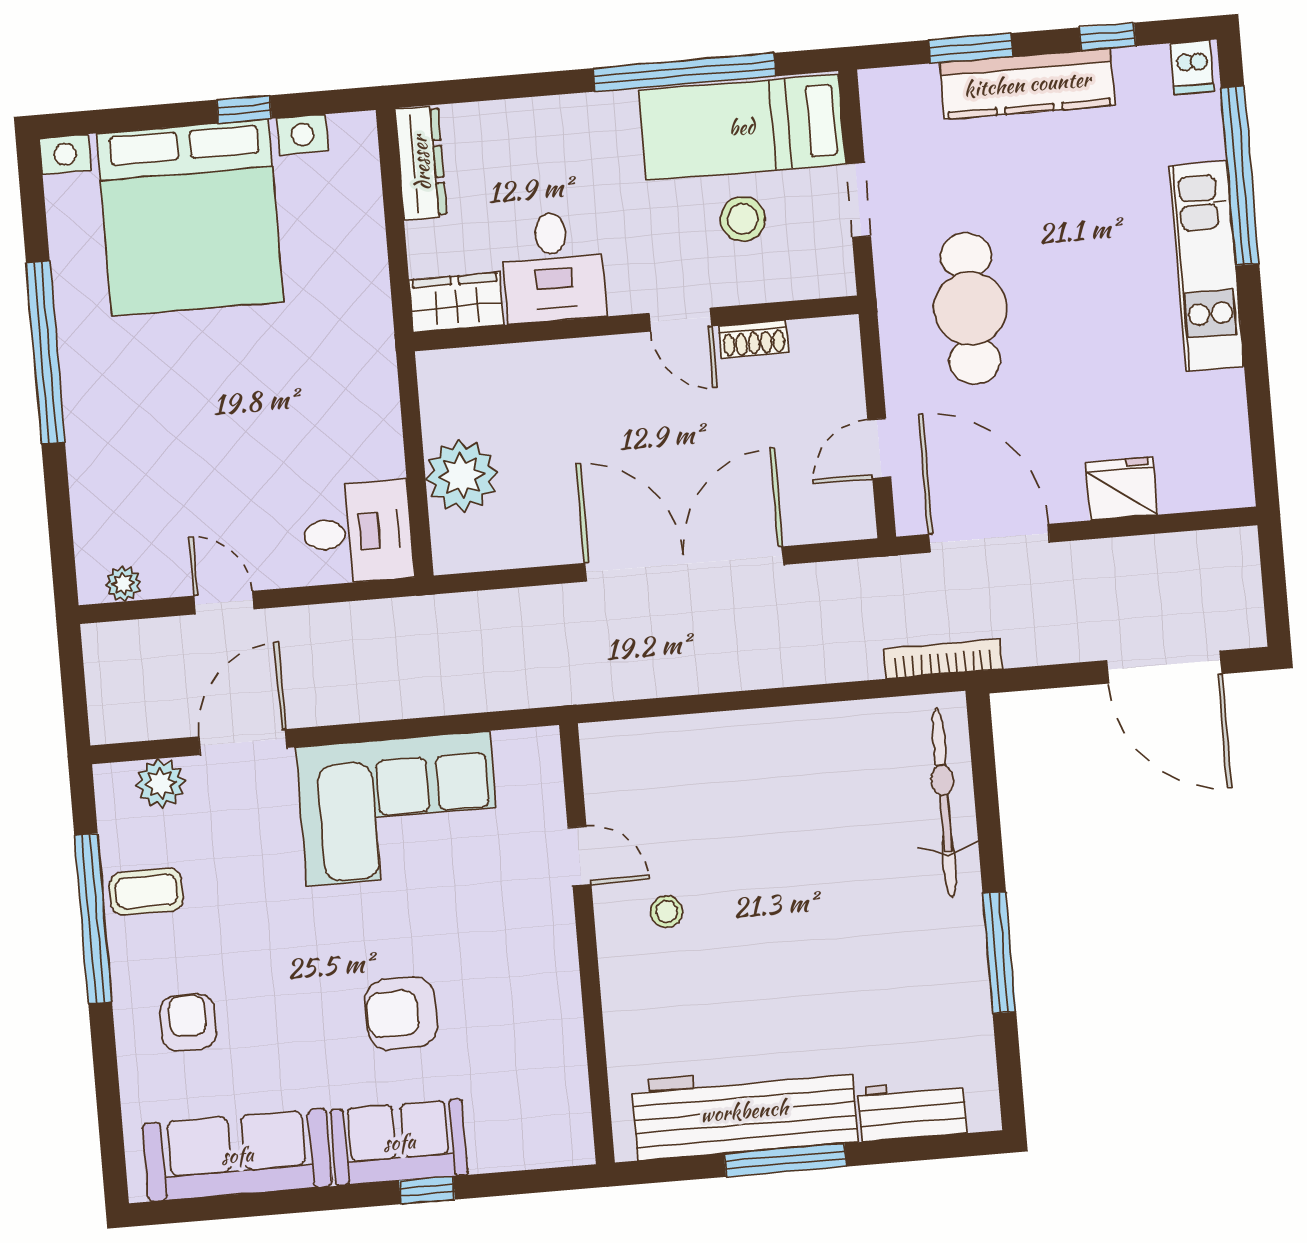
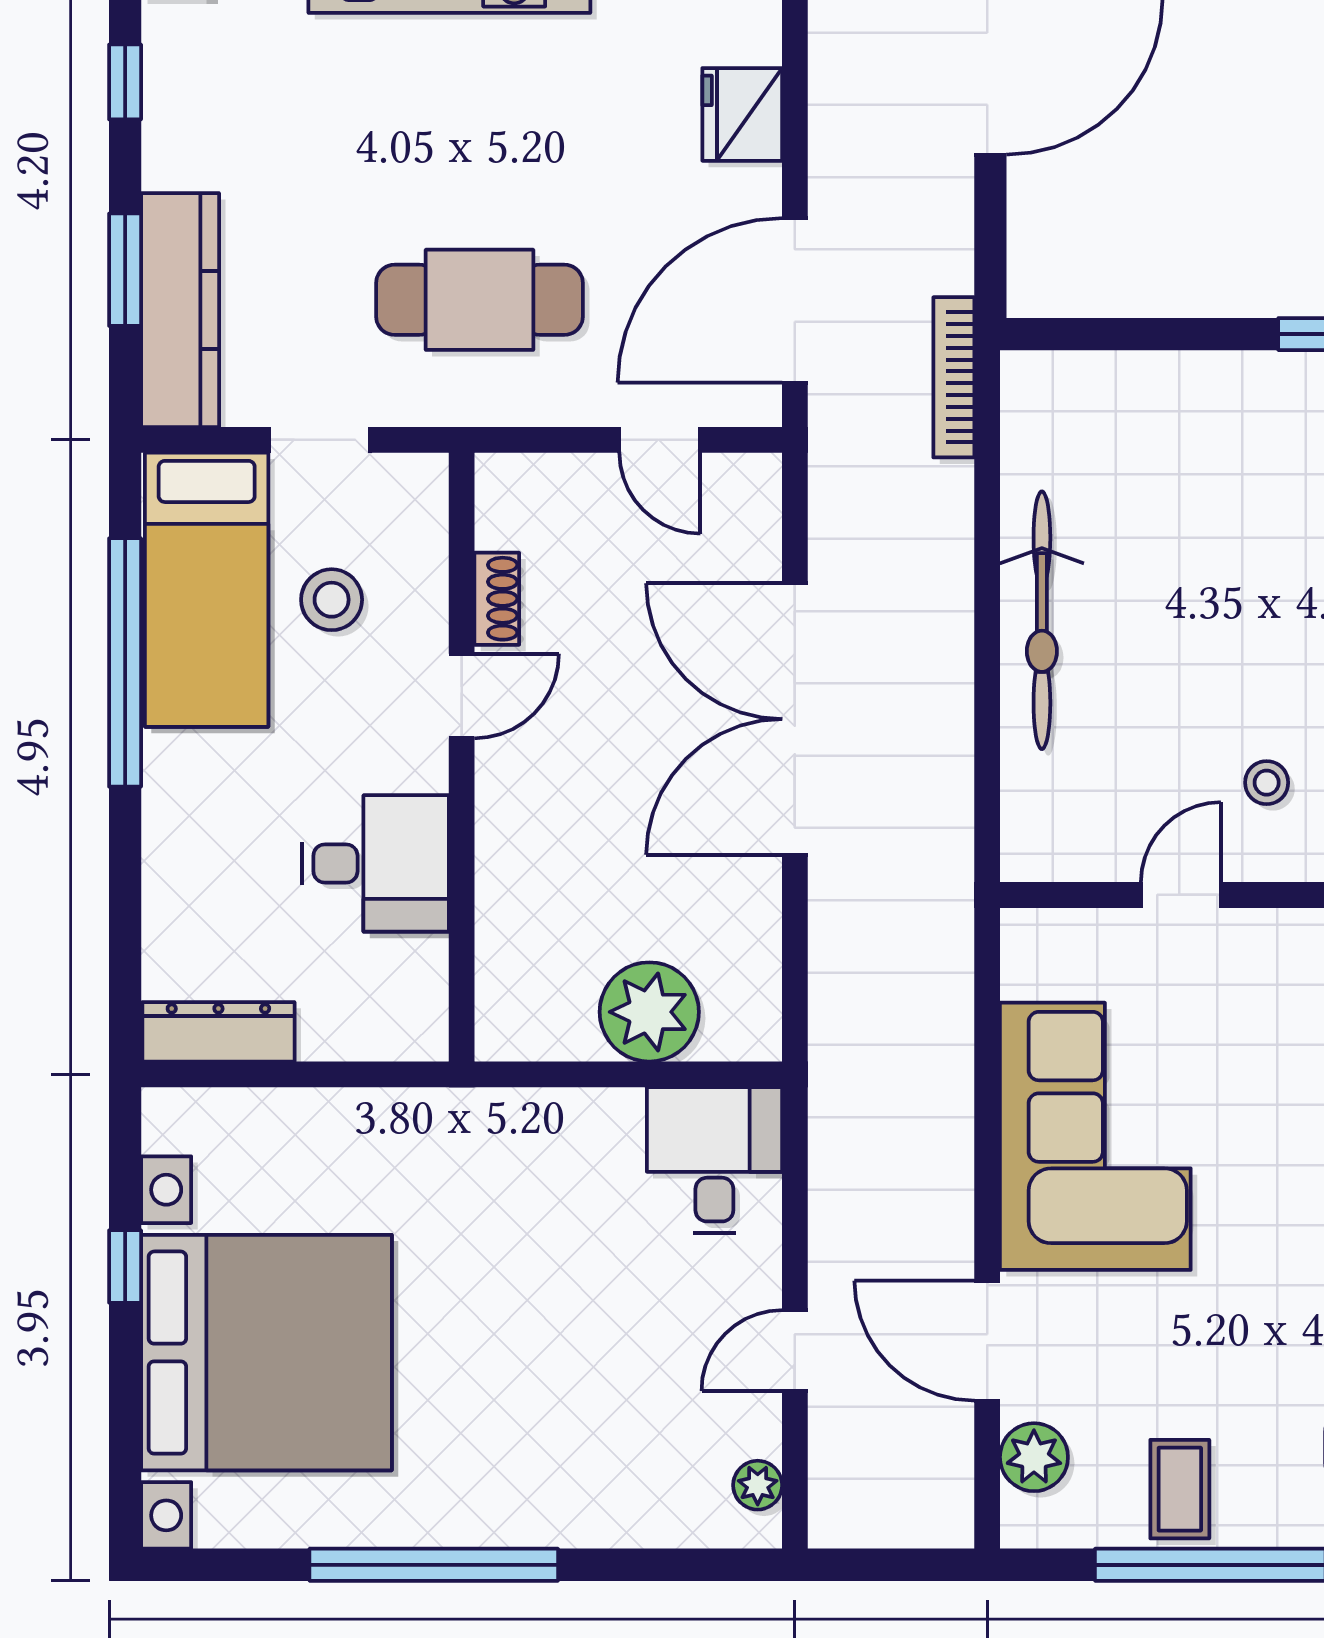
kitchen counter: (1027, 84) -> (180, 310), moved
wardrobe: (456, 302) -> (413, 999), removed
bicycle: (944, 803) -> (1042, 620), moved, turned -90

